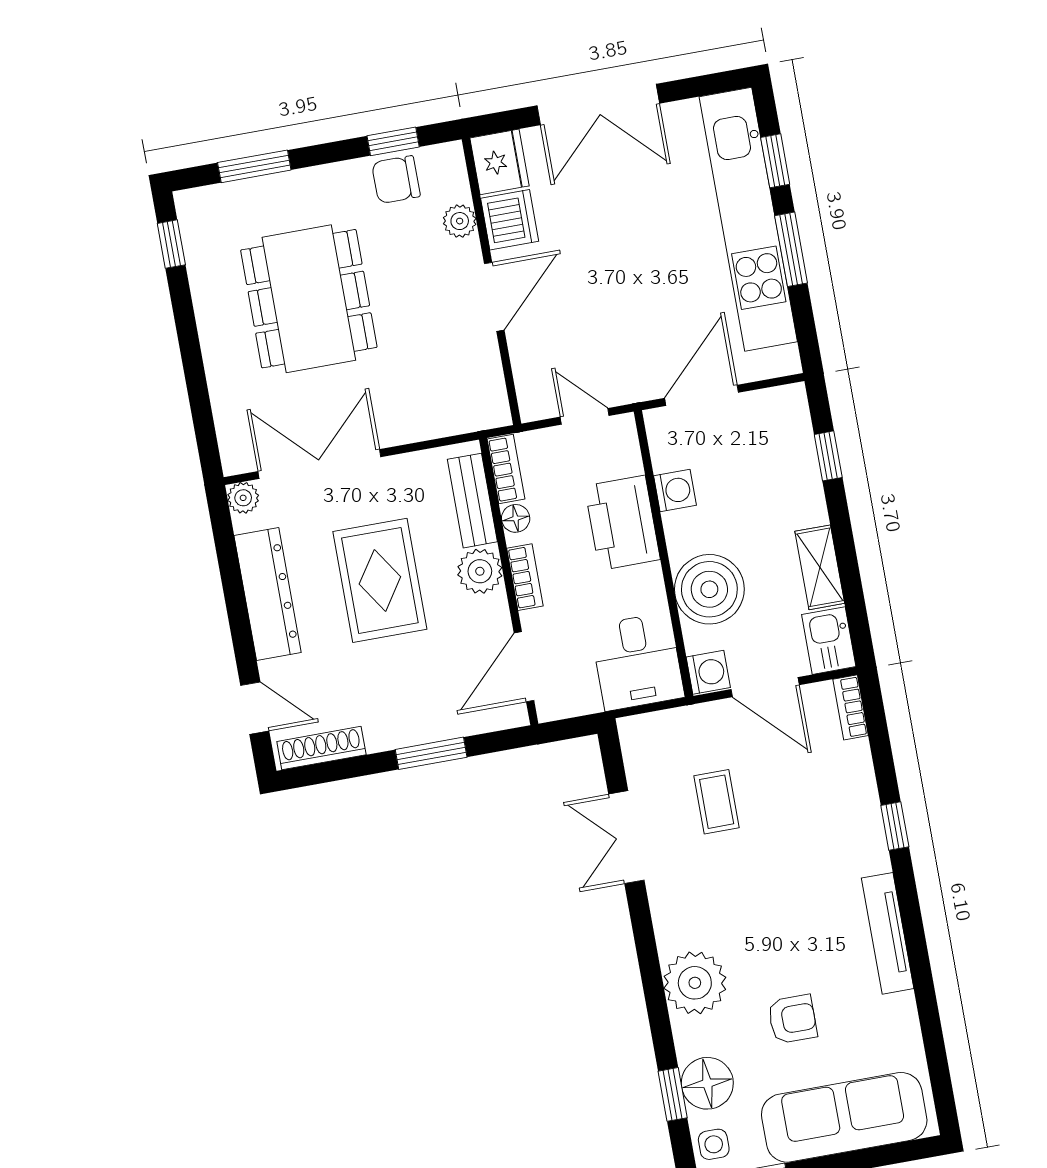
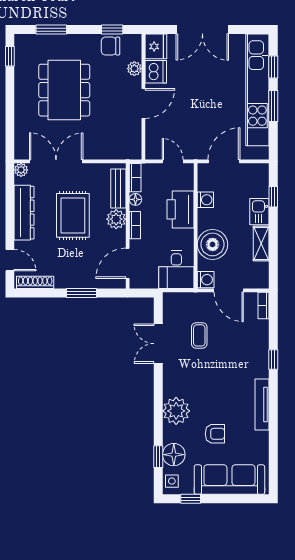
kitchen sink: (829, 641) -> (259, 212), moved

